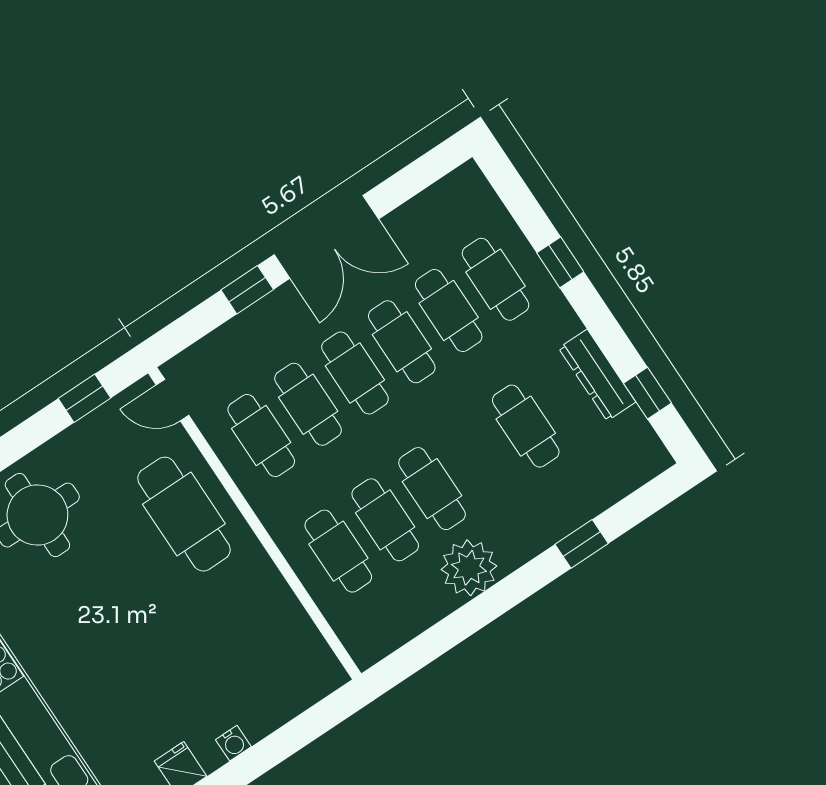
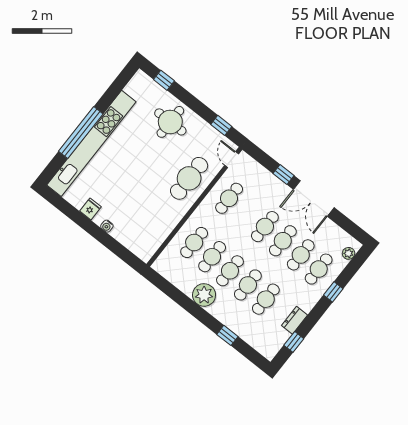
plant: (481, 197) -> (349, 253), added
dresser: (597, 375) -> (294, 320), width x0.70
cafe table: (308, 404) -> (248, 285), moved

